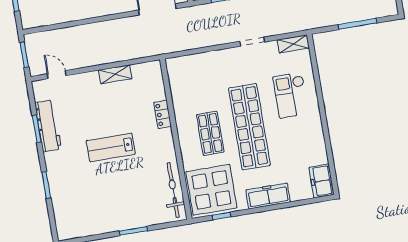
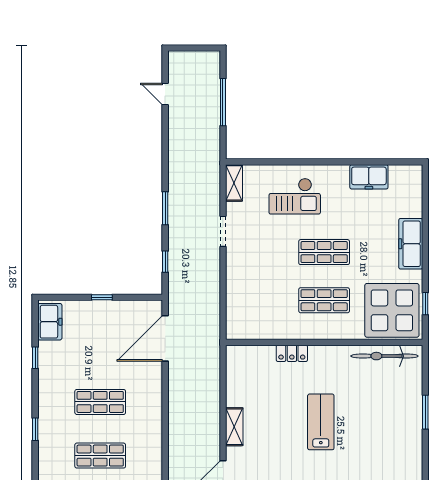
shelving: (115, 74) -> (234, 427), moved
shop shelf: (249, 127) -> (324, 252), width x0.50, depth x0.74
lab bench: (111, 147) -> (321, 422), turned 180
freezer: (321, 181) -> (369, 177), moved

